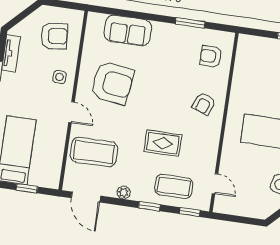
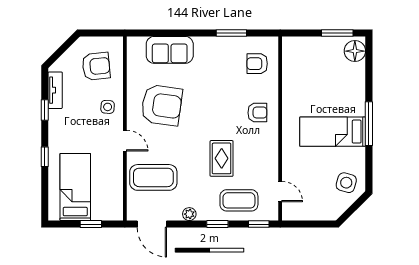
armchair: (204, 104) -> (257, 113), turned -111
rug: (163, 143) -> (222, 158), turned 90

